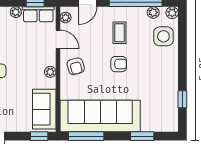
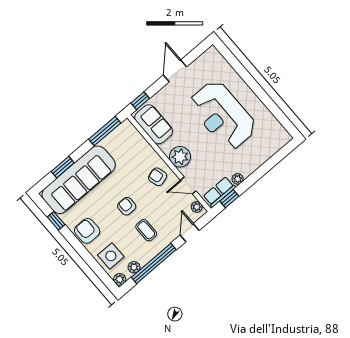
armchair: (119, 64) -> (127, 206), turned 90
armchair: (165, 71) -> (87, 231), added
plant: (50, 72) -> (180, 157), width x1.88, depth x1.88
sofa: (100, 116) -> (79, 180), moved

